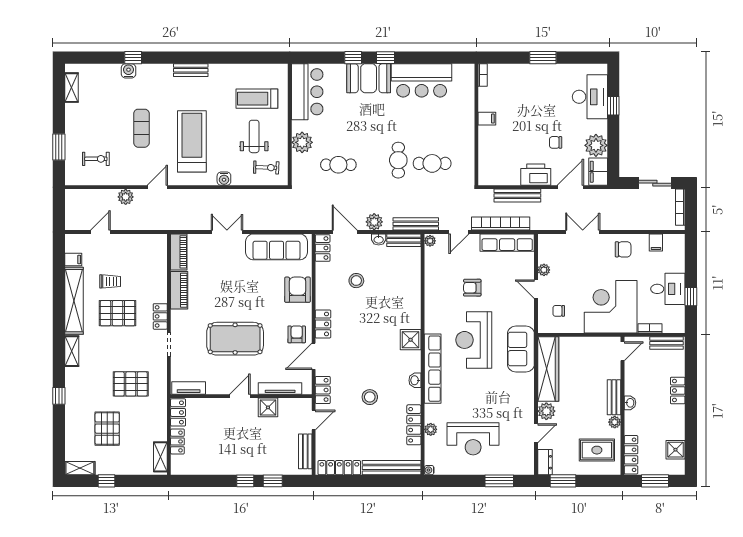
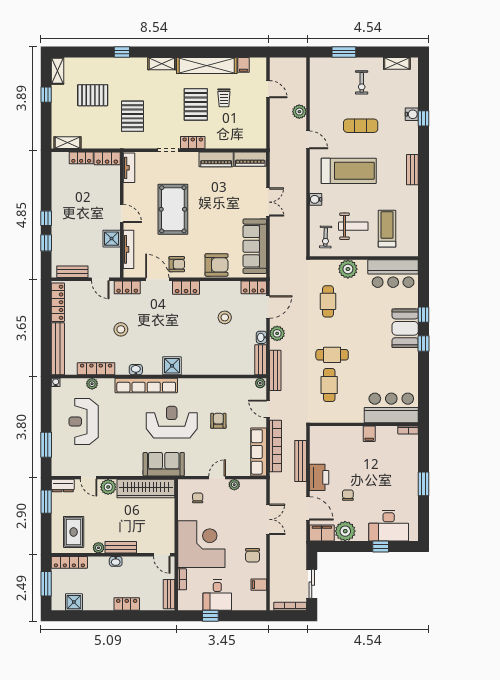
bar counter: (422, 80) -> (391, 408), moved, turned 90
exercise bike: (96, 159) -> (362, 82), moved

